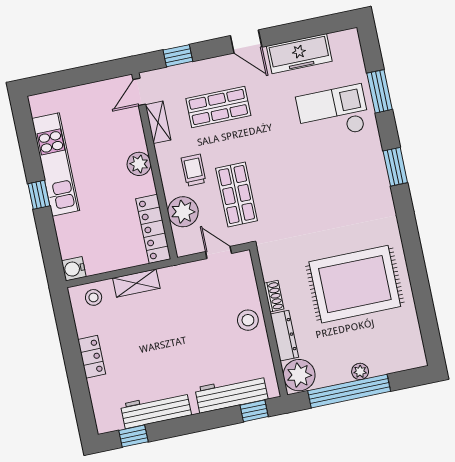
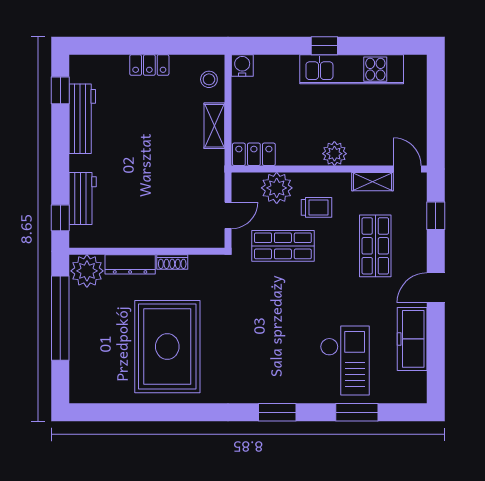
locker: (153, 229) -> (254, 154), width x0.66
stool: (248, 320) -> (153, 231), removed
plant: (360, 371) -> (78, 333), removed
workbench: (231, 394) -> (83, 198), width x0.73

